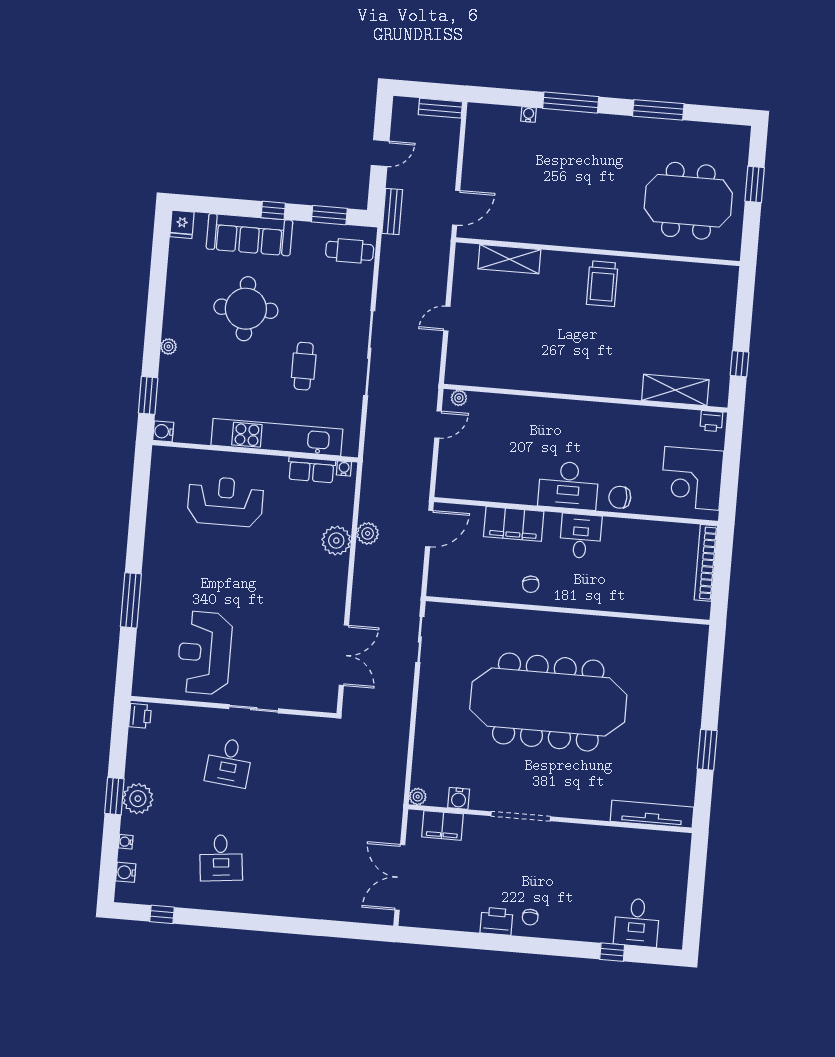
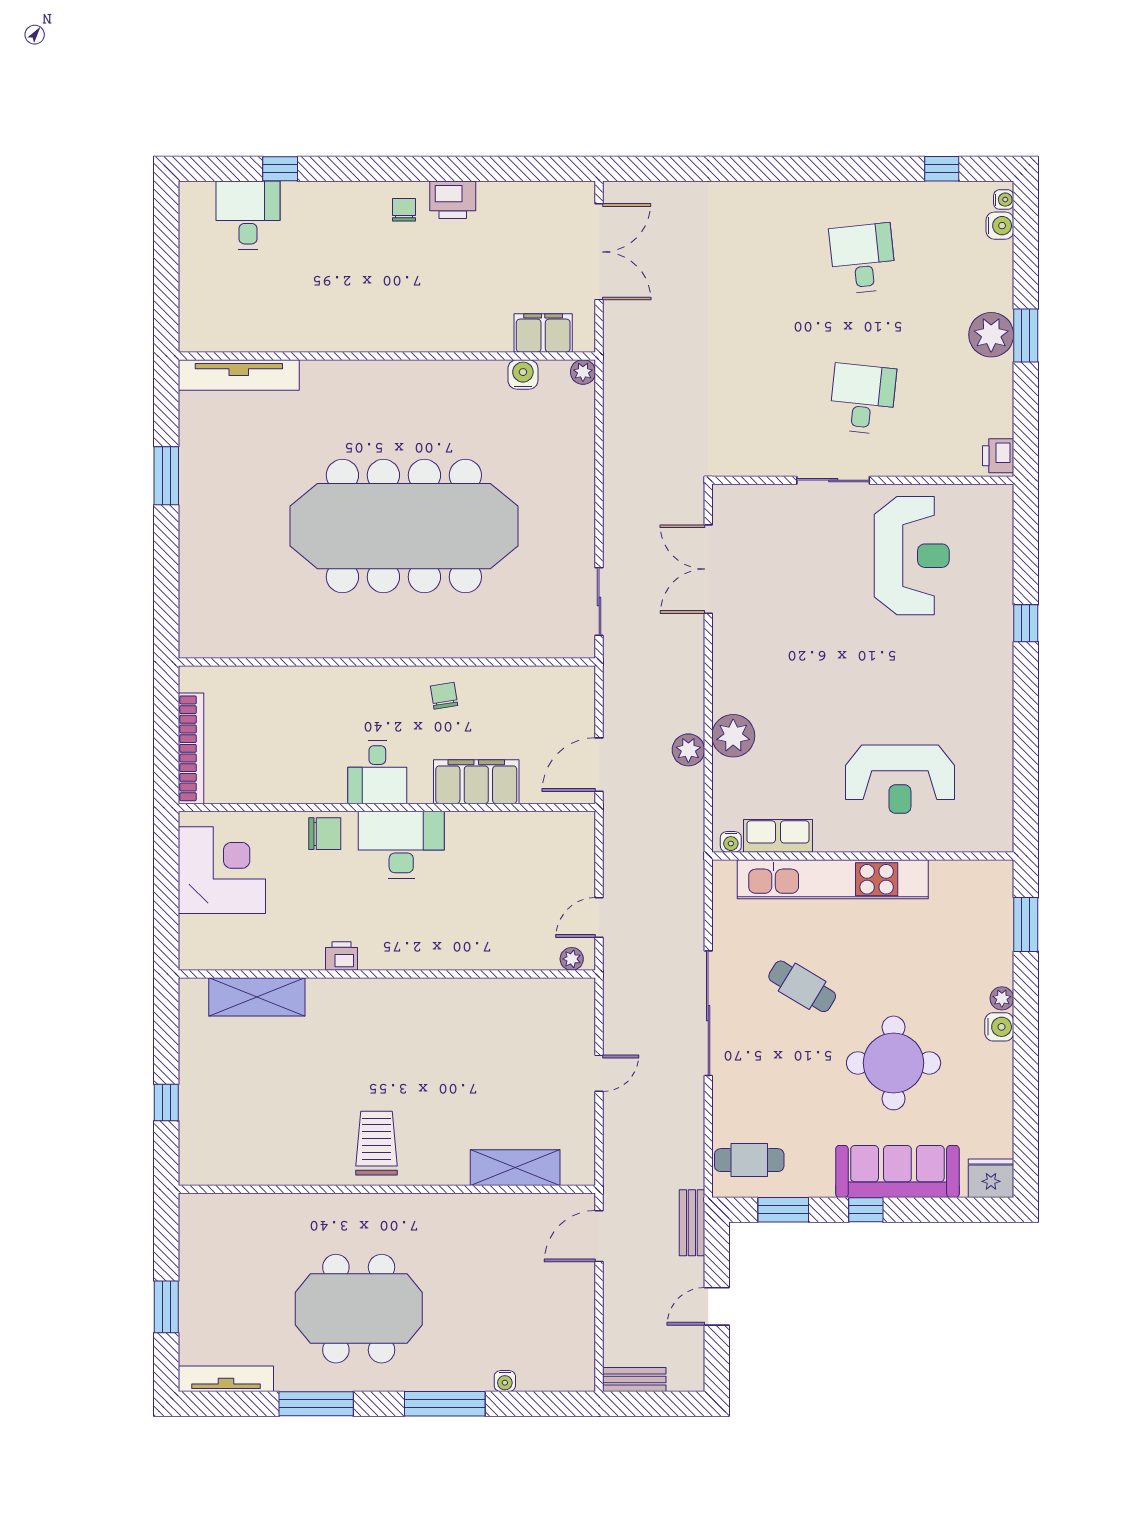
tv unit: (718, 132) -> (226, 1379), added
meeting table: (688, 201) -> (359, 1309), moved
fridge: (182, 224) -> (991, 1178), width x1.38
window: (740, 364) -> (166, 1102), moved
cafe table: (304, 366) -> (802, 986), turned -59
printer: (711, 421) -> (341, 956), moved
water cooler: (163, 431) -> (999, 1027), moved
window: (131, 600) -> (1026, 623), width x0.46
doorway: (521, 816) -> (430, 356), removed
water cooler: (126, 842) -> (1004, 200), moved

